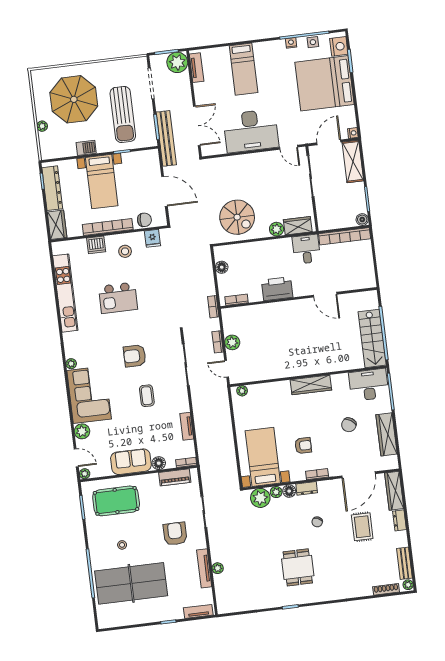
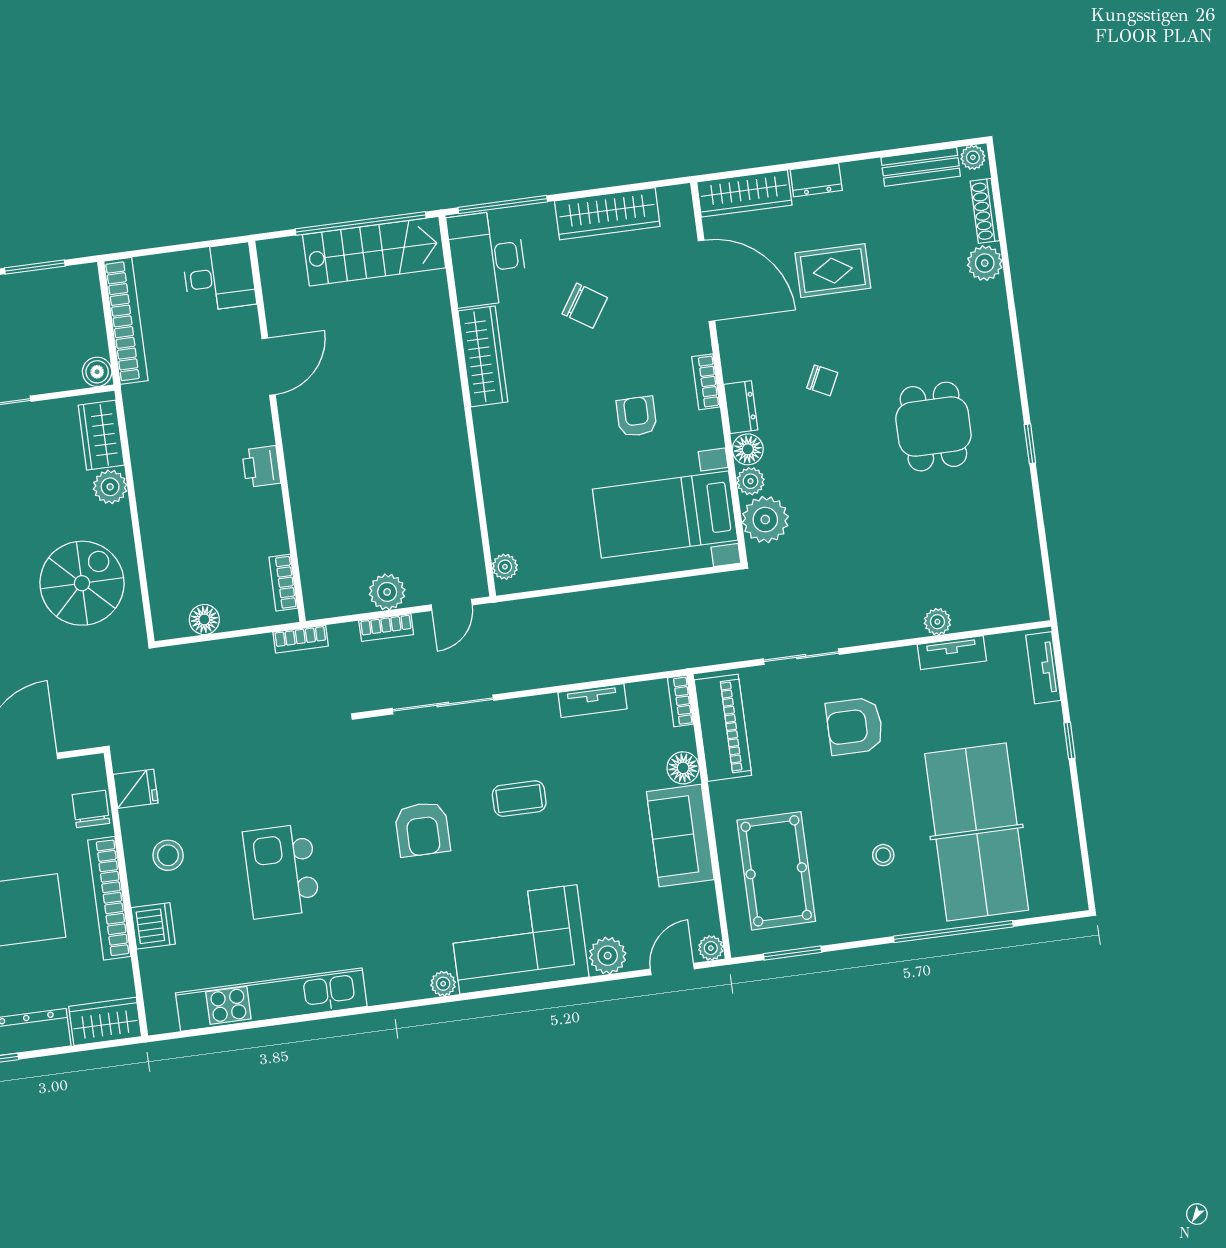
boiler: (362, 220) -> (97, 372), moved
desk: (306, 249) -> (219, 277), moved, turned 180
printer: (277, 289) -> (261, 467), width x0.53, depth x0.68
kitchen island: (118, 298) -> (281, 871), turned 180
wardrobe: (311, 385) -> (483, 356), moved
piano: (175, 477) -> (723, 728), width x1.37, depth x1.33
dining table: (298, 567) -> (933, 427), turned 90
tv unit: (204, 568) -> (952, 653), width x0.71
plant: (365, 589) -> (985, 263), added

